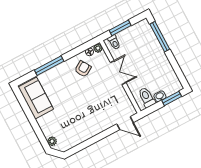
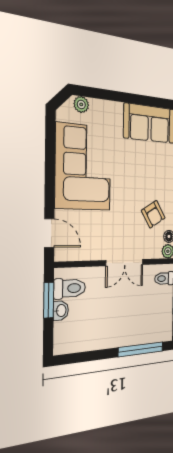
window: (172, 98) -> (49, 300), moved
corner sofa: (82, 123) -> (83, 167), added
door: (125, 123) -> (49, 233), swing flipped

